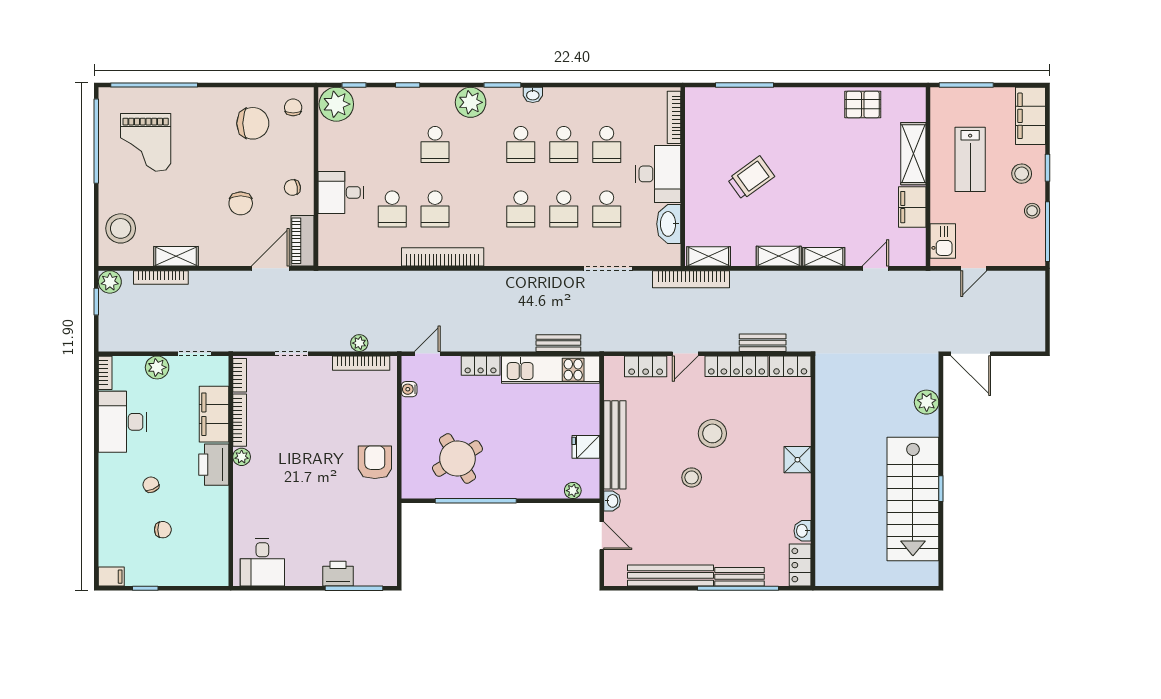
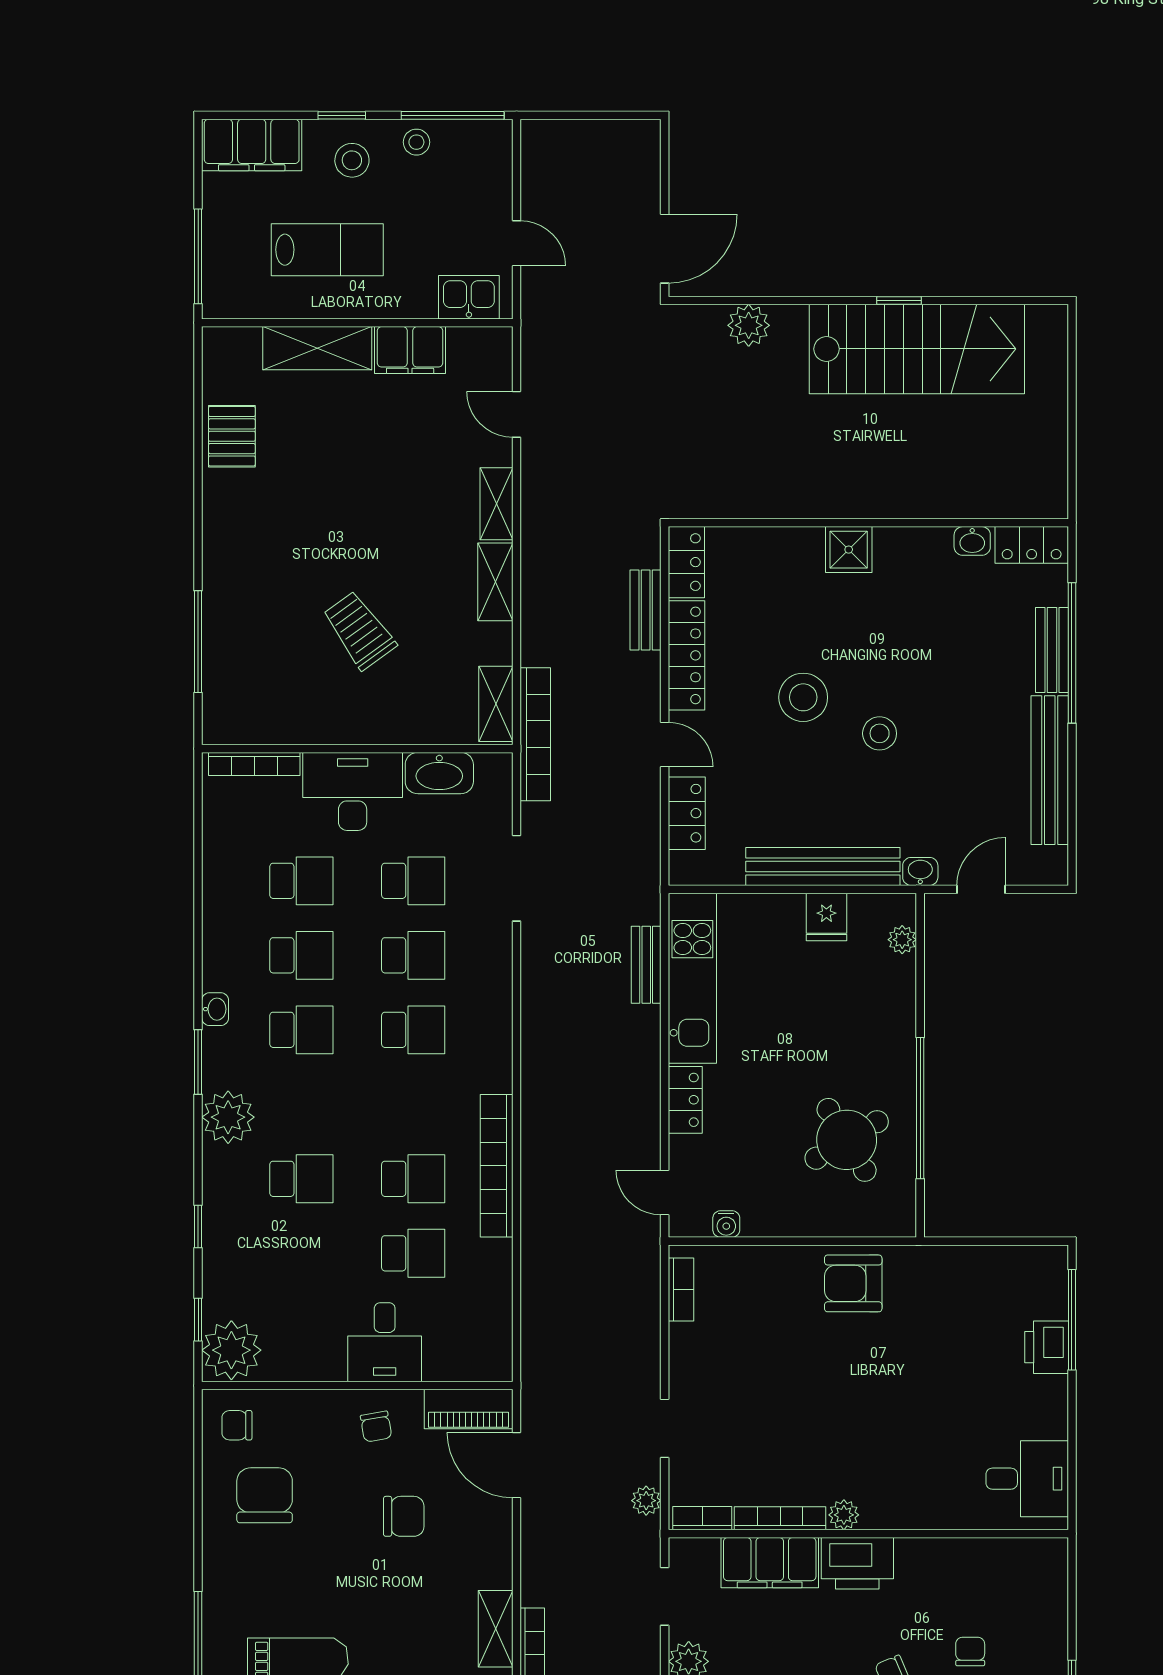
plant: (359, 343) -> (646, 1501), moved
bookcase: (361, 363) -> (681, 1290), width x0.64

